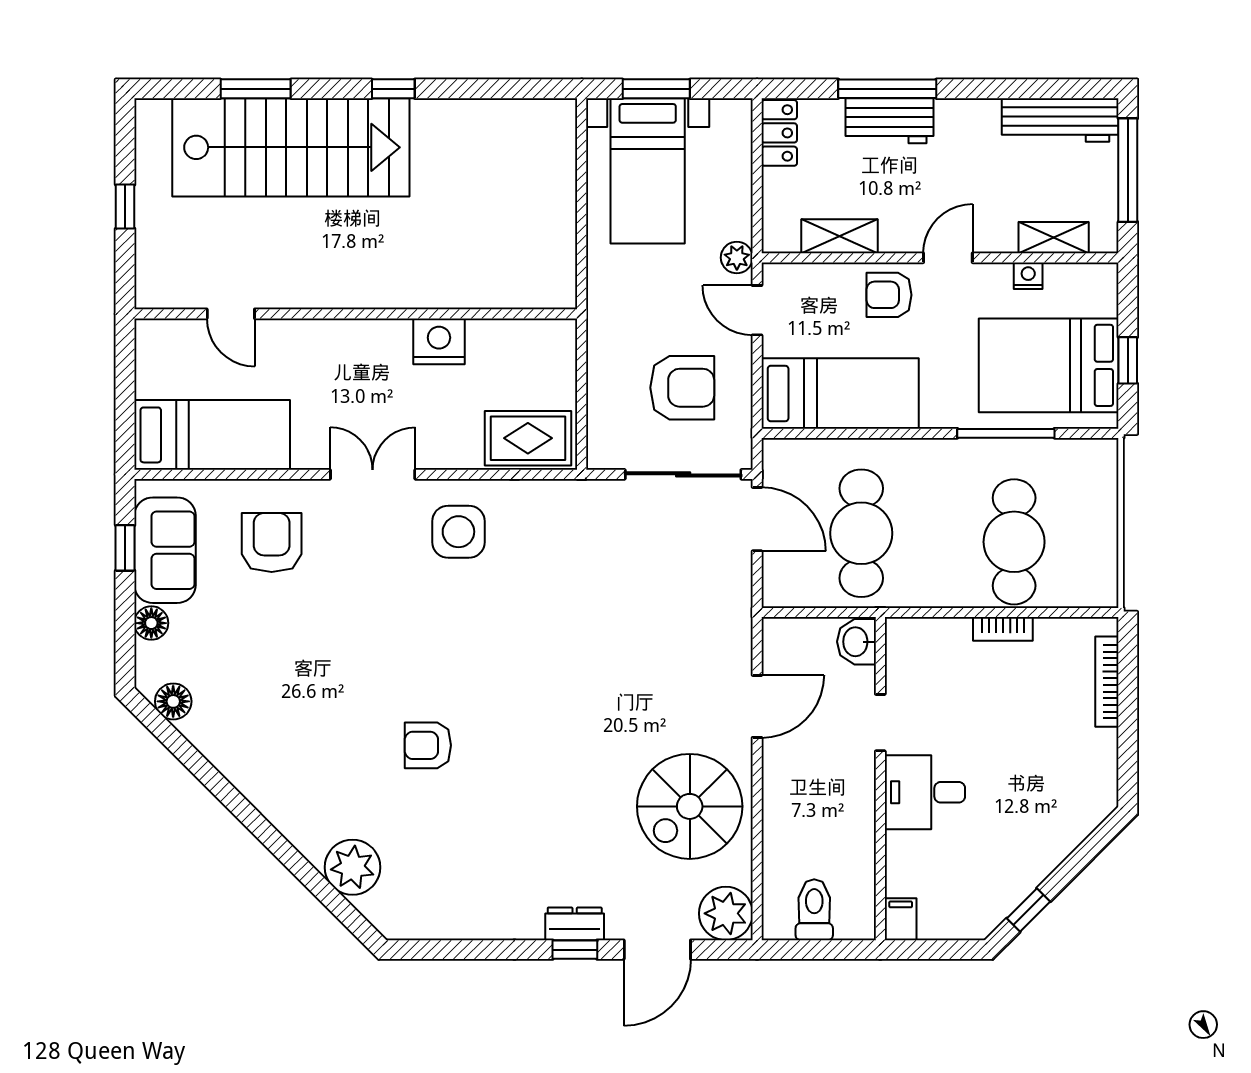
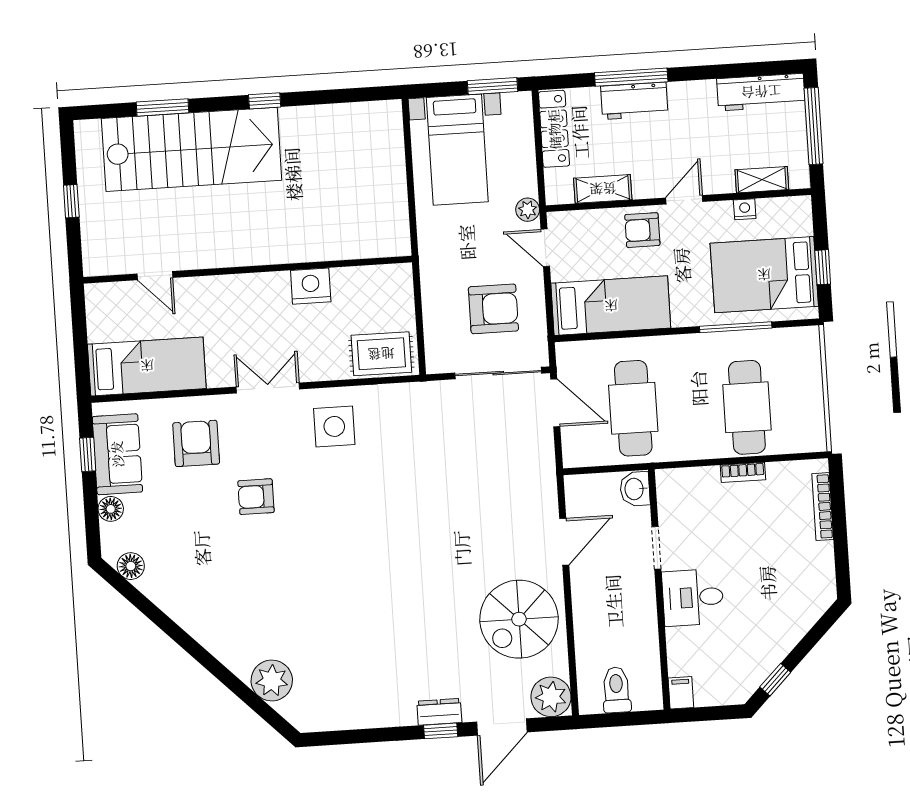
window: (656, 89) -> (492, 86), moved
locker: (779, 133) -> (554, 129), width x1.53
armchair: (428, 745) -> (256, 497), moved

